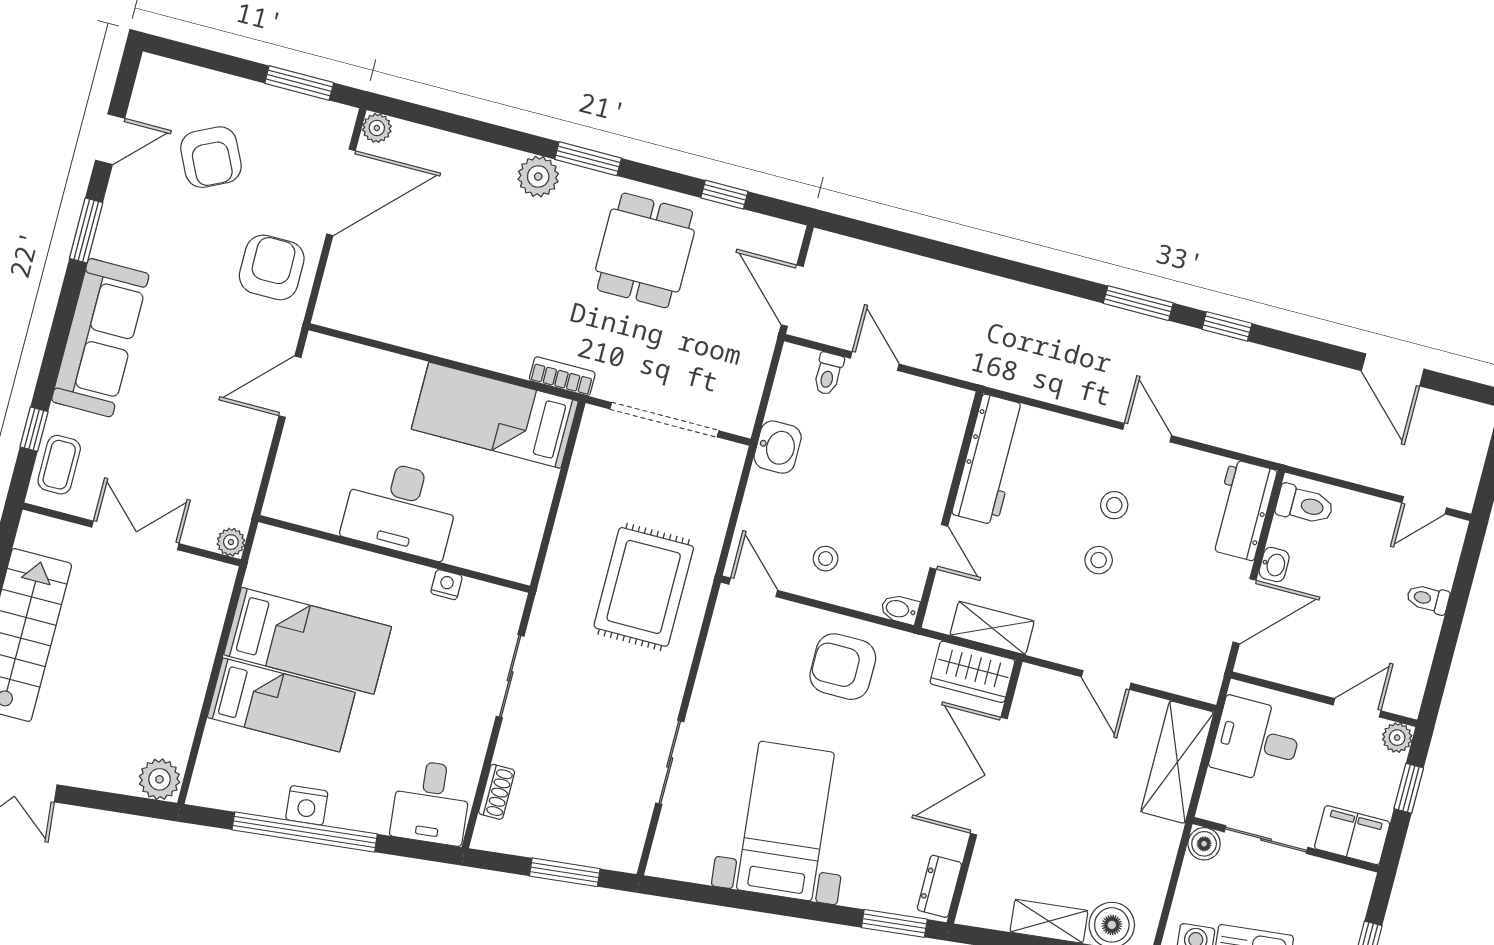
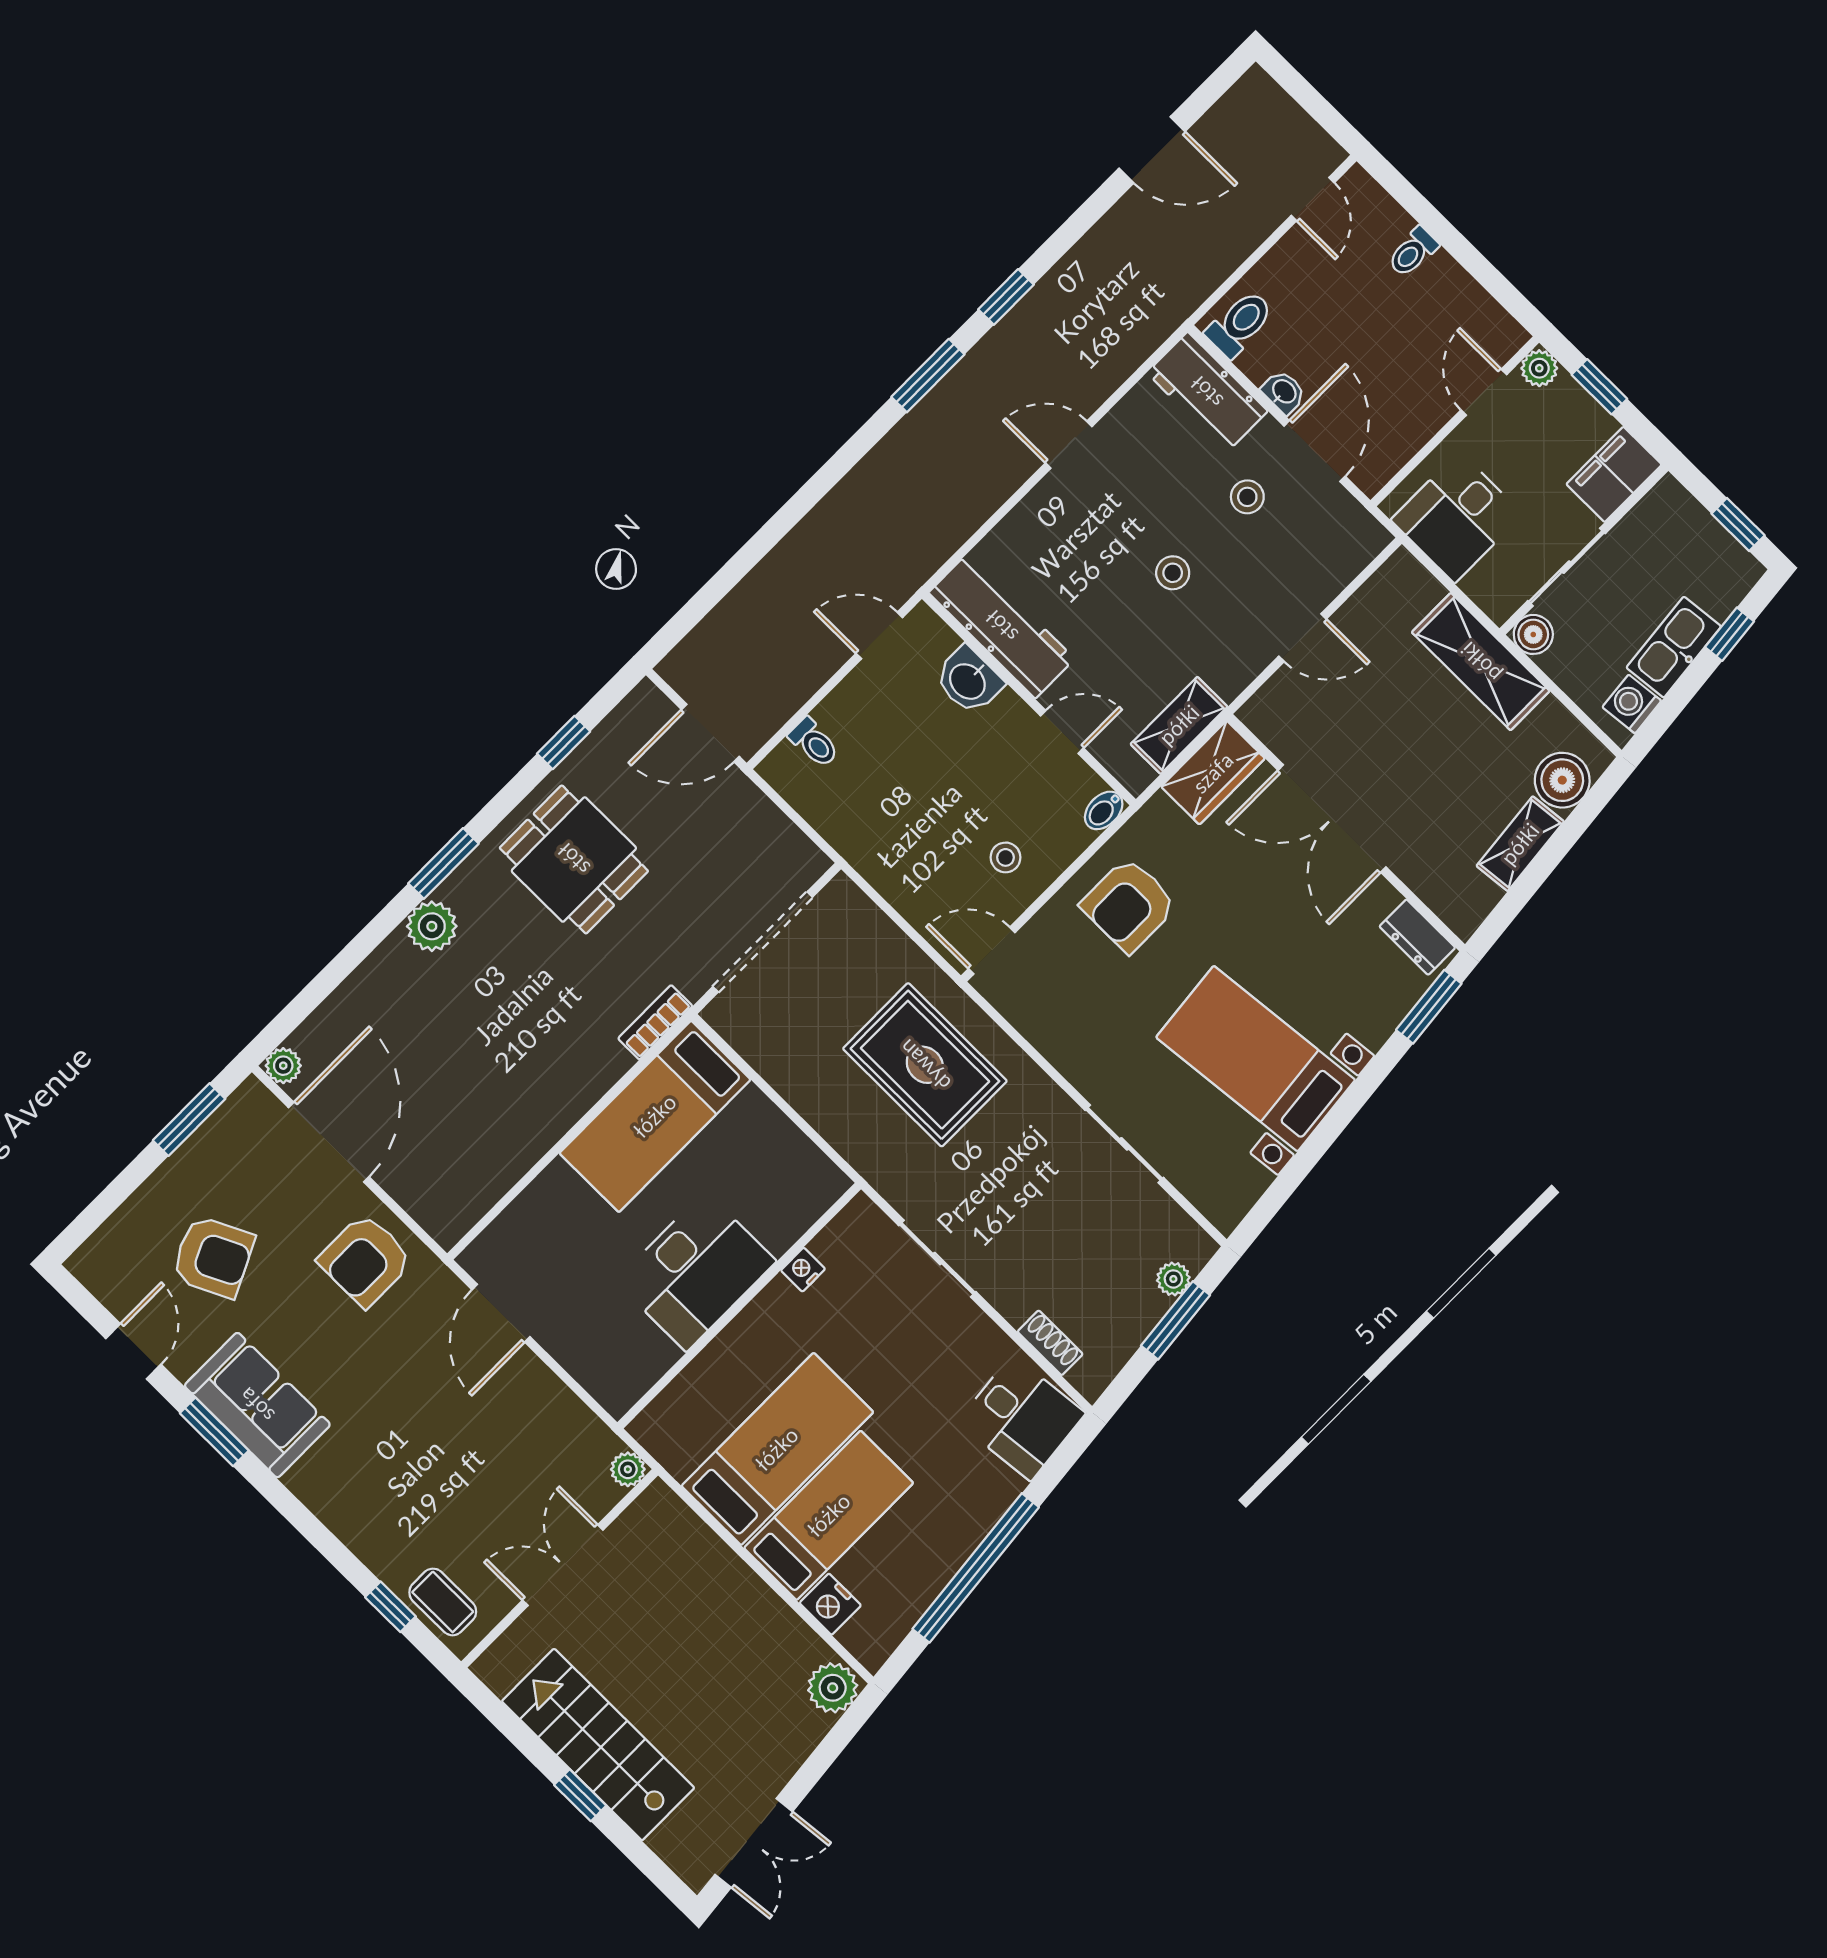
armchair: (272, 267) -> (365, 1260), turned -90
sofa: (100, 338) -> (257, 1405), moved, width x0.73
door: (875, 361) -> (879, 636), moved
washbasin: (778, 447) -> (968, 680), moved, turned 180
stool: (1114, 505) -> (1247, 497), moved
shelving: (1177, 762) -> (1481, 662), moved
nightstand: (307, 805) -> (830, 1604), moved, turned 96
plant: (593, 854) -> (1173, 1279), added

